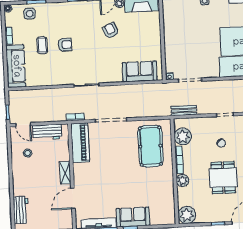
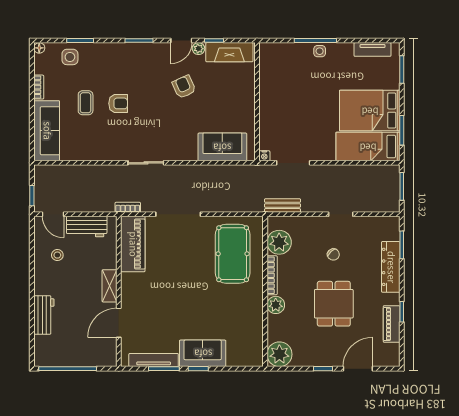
workbench: (21, 210) -> (44, 315), moved

